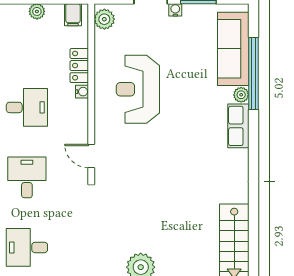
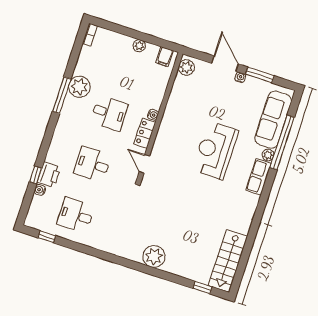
locker: (79, 66) -> (145, 133), moved
reception desk: (138, 89) -> (215, 150), moved
desk: (27, 177) -> (92, 164), turned -90

